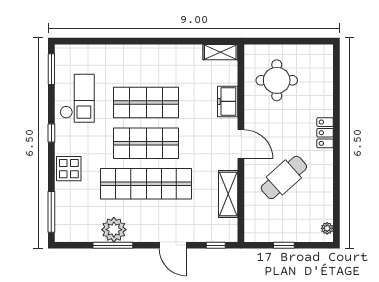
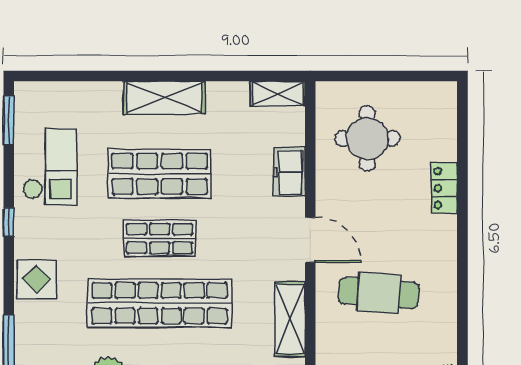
shelving: (149, 55) -> (164, 98), added
locker: (325, 133) -> (444, 188), moved
shop shelf: (146, 143) -> (160, 238), width x0.70, depth x0.74
cafe table: (284, 177) -> (379, 293), turned 46

